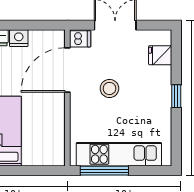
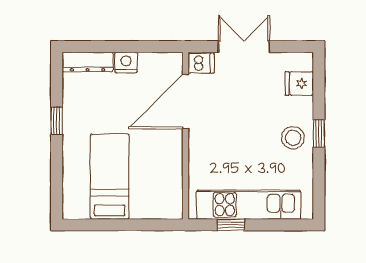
stool: (109, 88) -> (293, 138), moved
window: (104, 171) -> (231, 225), width x0.46

